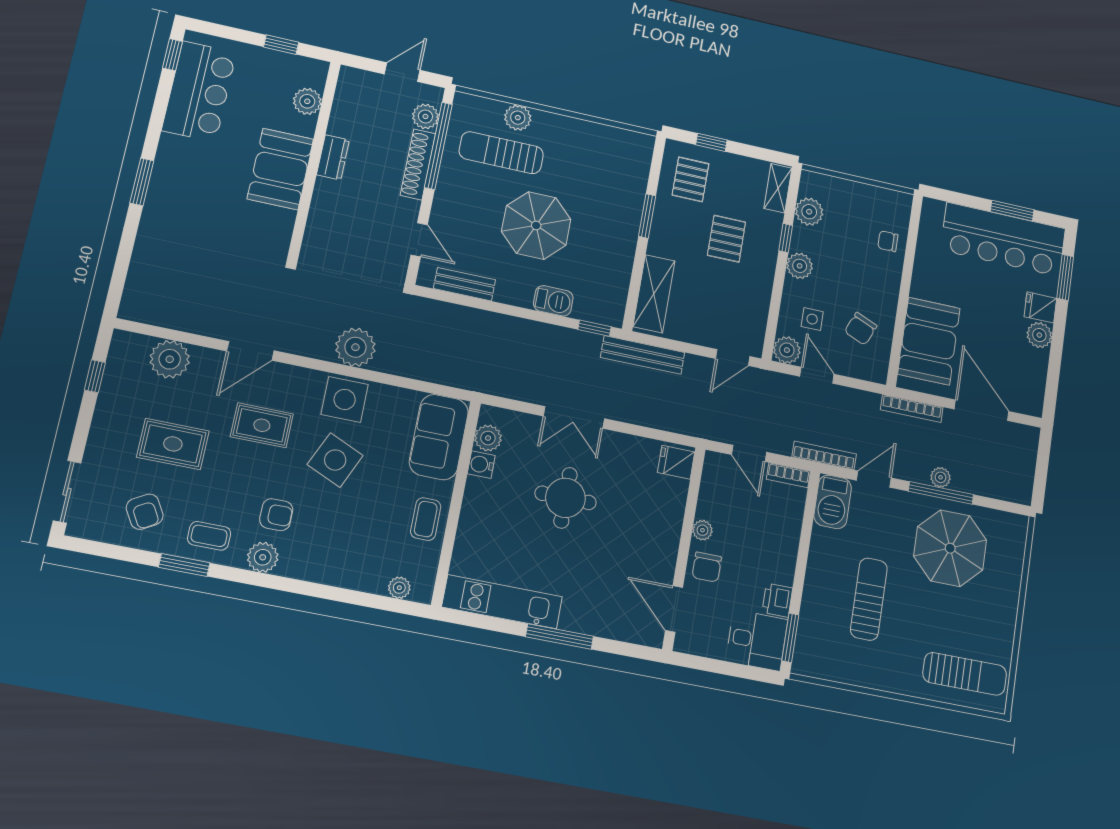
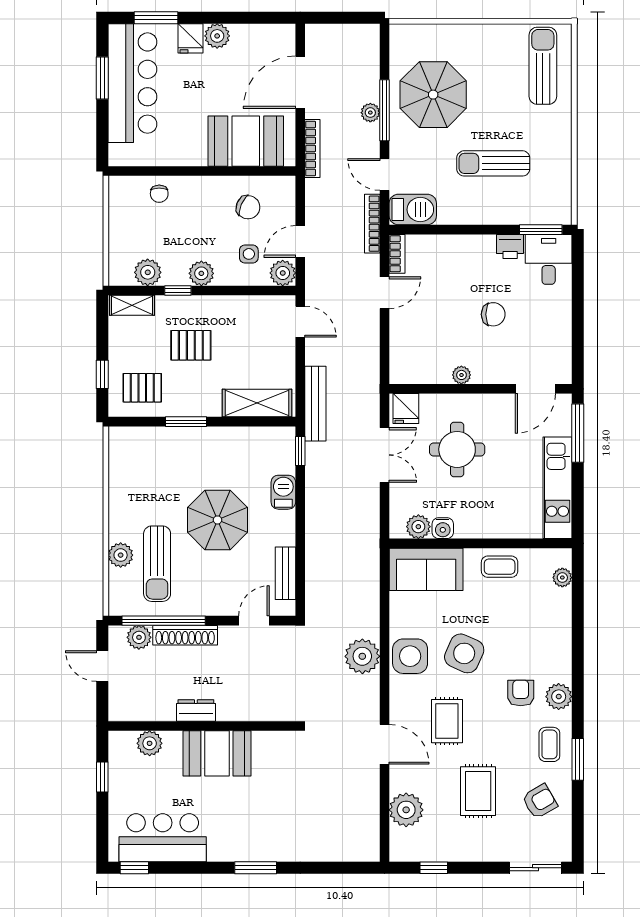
fridge: (676, 462) -> (406, 409), moved
plant: (702, 530) -> (461, 375), moved
wall: (684, 548) -> (481, 389), moved
door: (674, 609) -> (535, 389), moved

